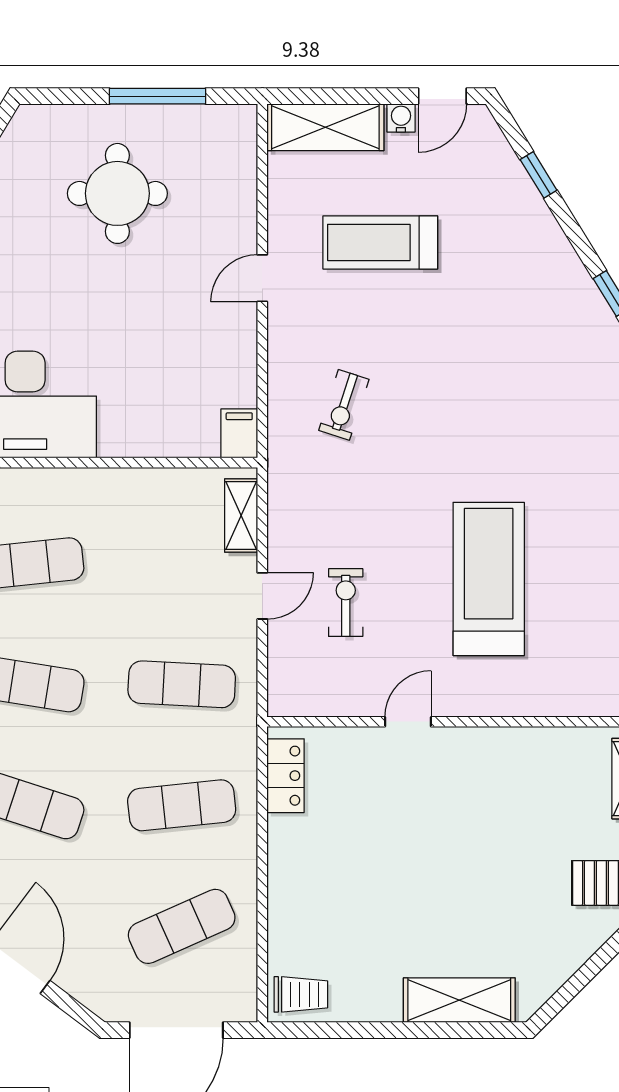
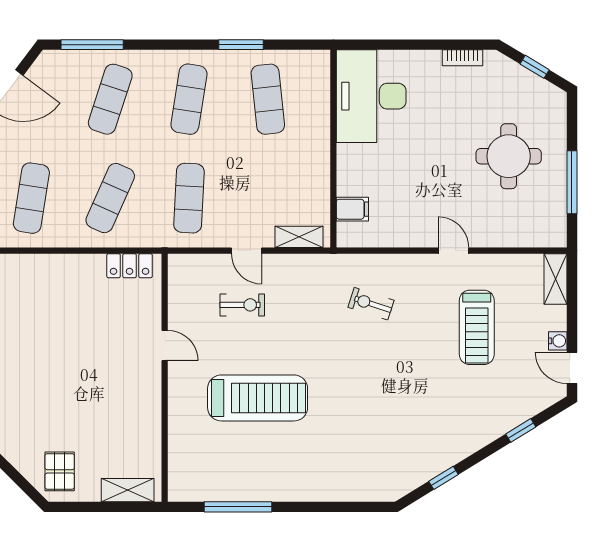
shelving: (325, 127) -> (556, 279), width x0.67, depth x0.75
treadmill: (380, 242) -> (477, 327), turned 180
filing cabinet: (239, 433) -> (352, 209), moved
exercise mat: (182, 805) -> (110, 198), turned 30
exercise mat: (182, 926) -> (31, 198), turned 33

